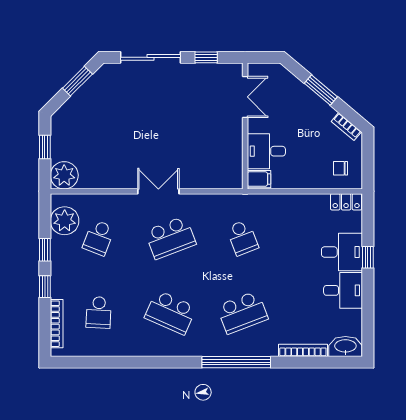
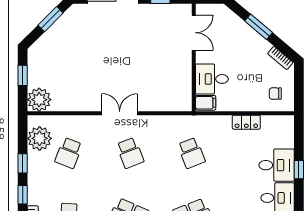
locker: (346, 202) -> (246, 122), moved
school desk: (170, 238) -> (130, 153), width x0.54

